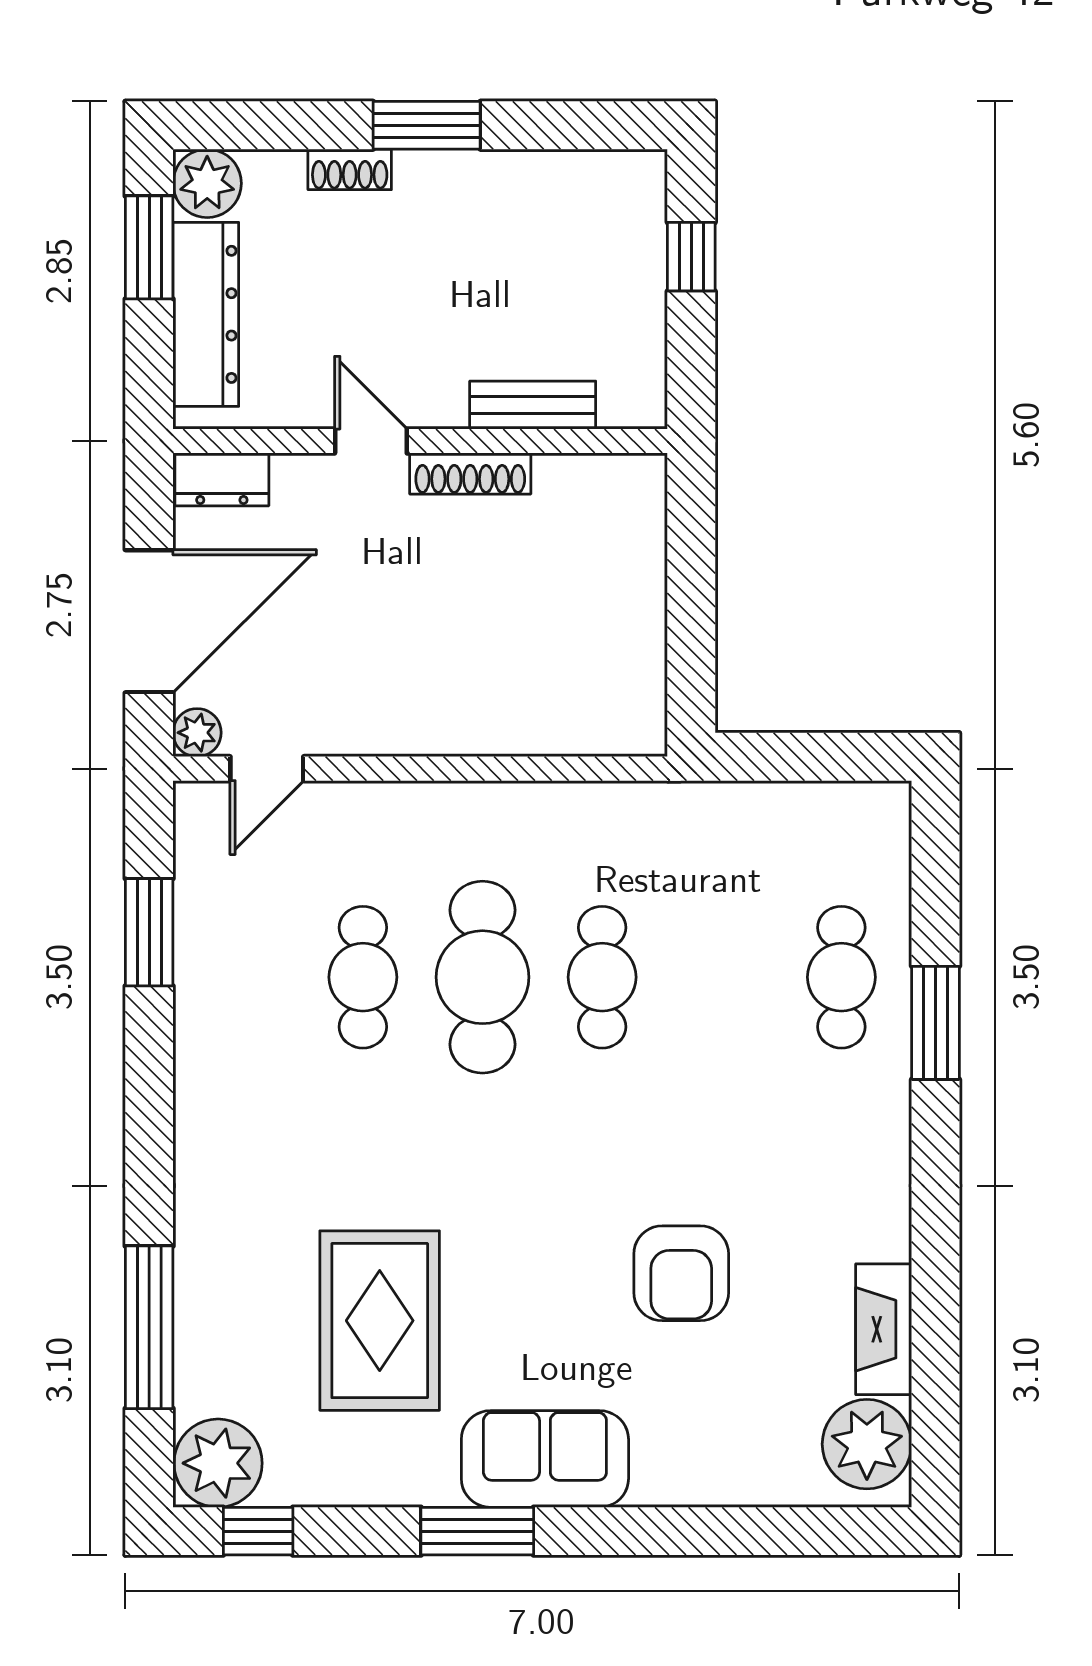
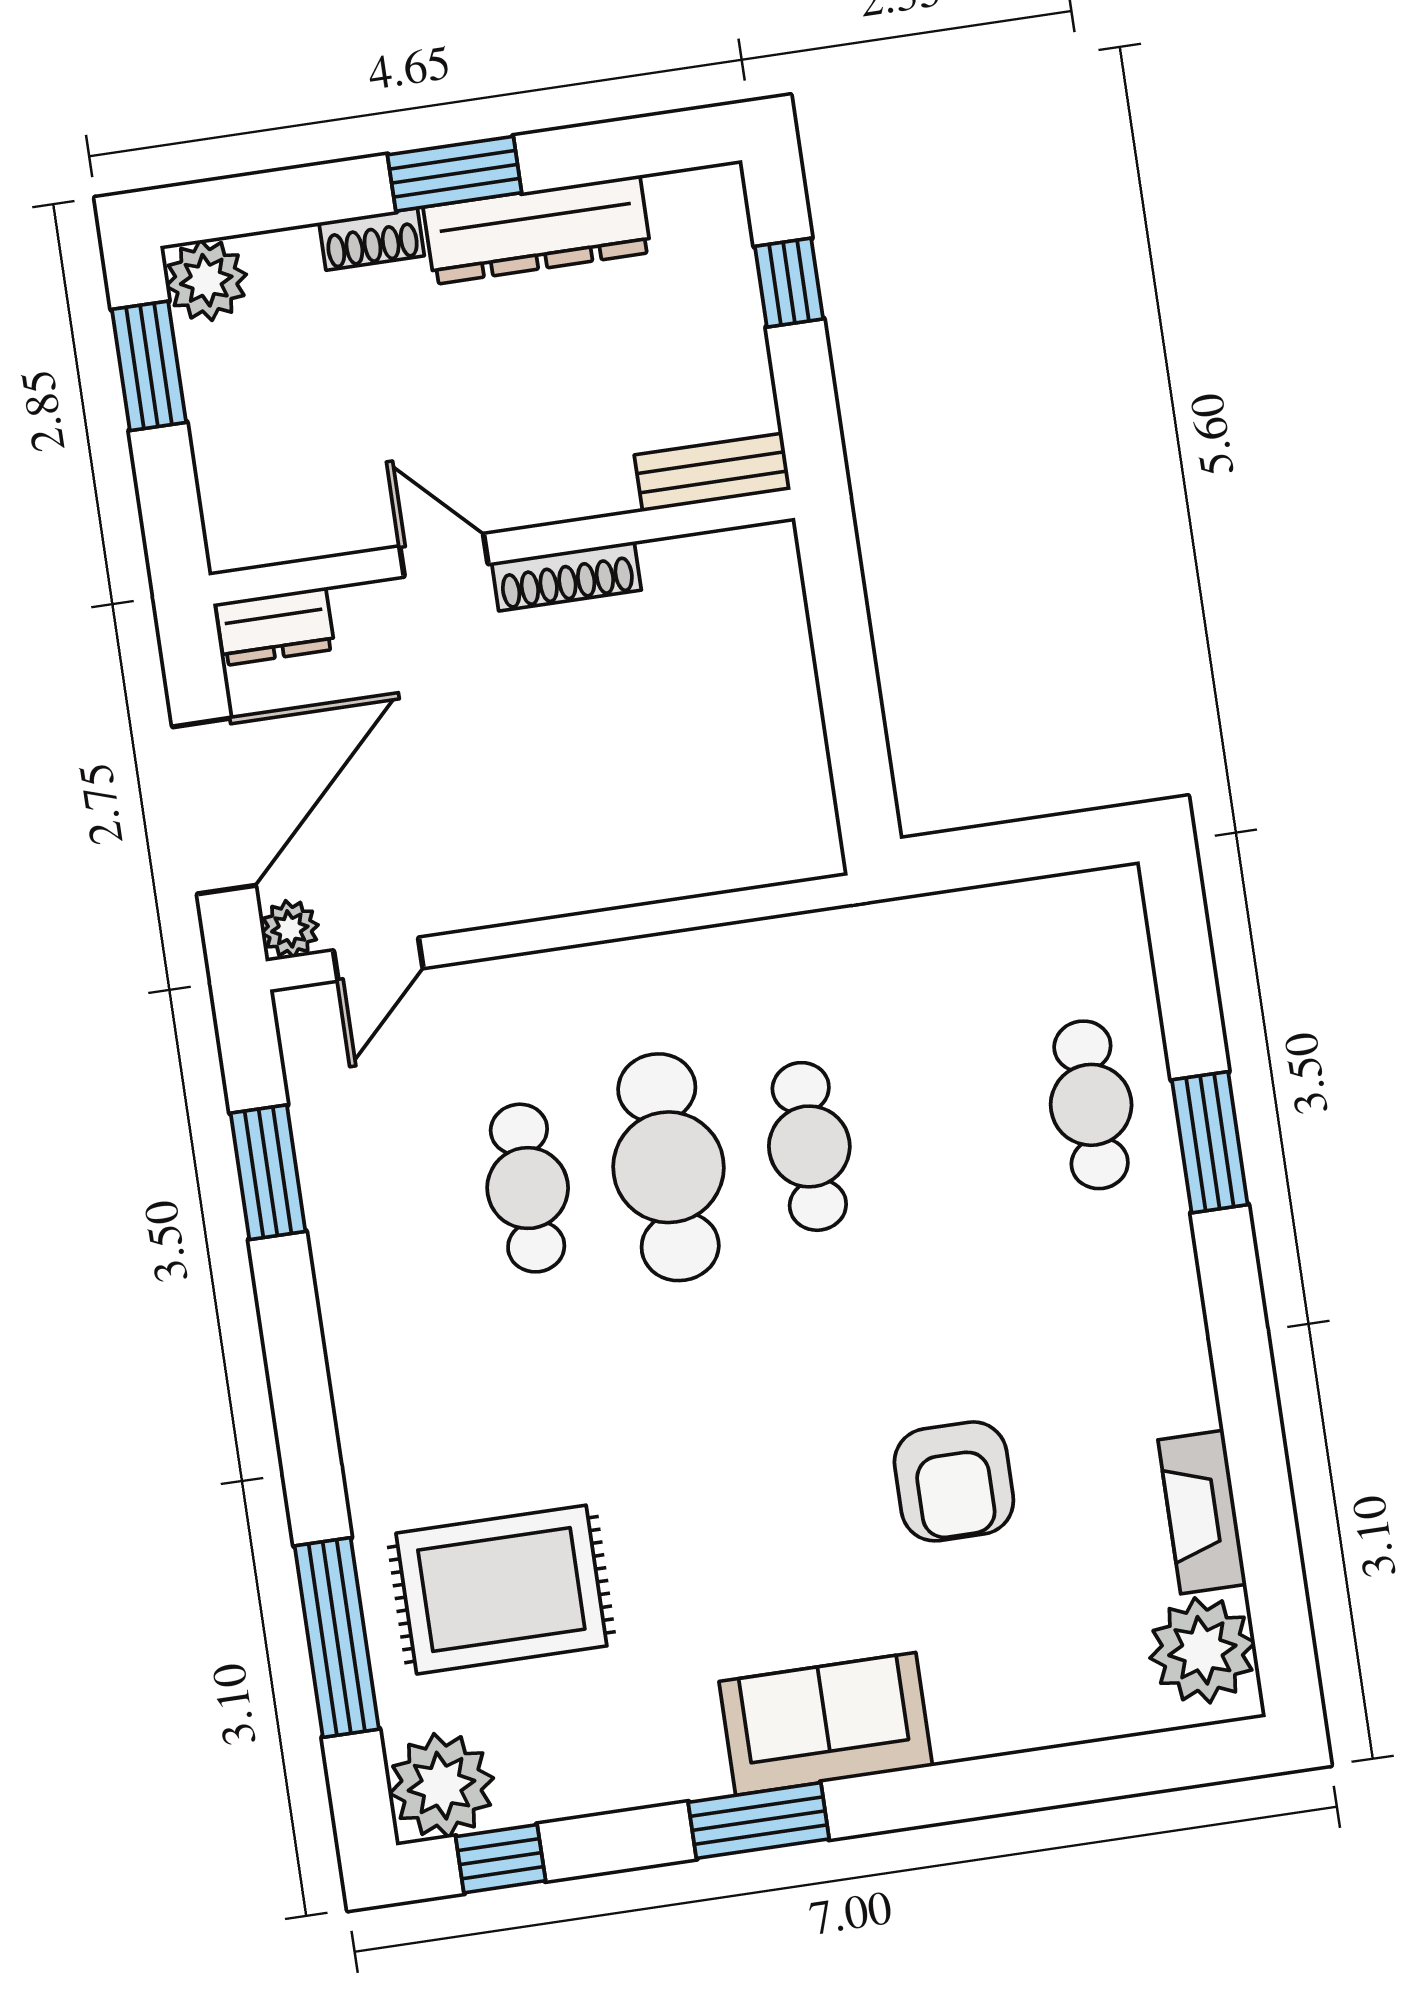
dresser: (206, 314) -> (537, 230), moved, turned 90
bench: (533, 405) -> (713, 472), moved
rug: (380, 1321) -> (501, 1590), moved, turned 90

